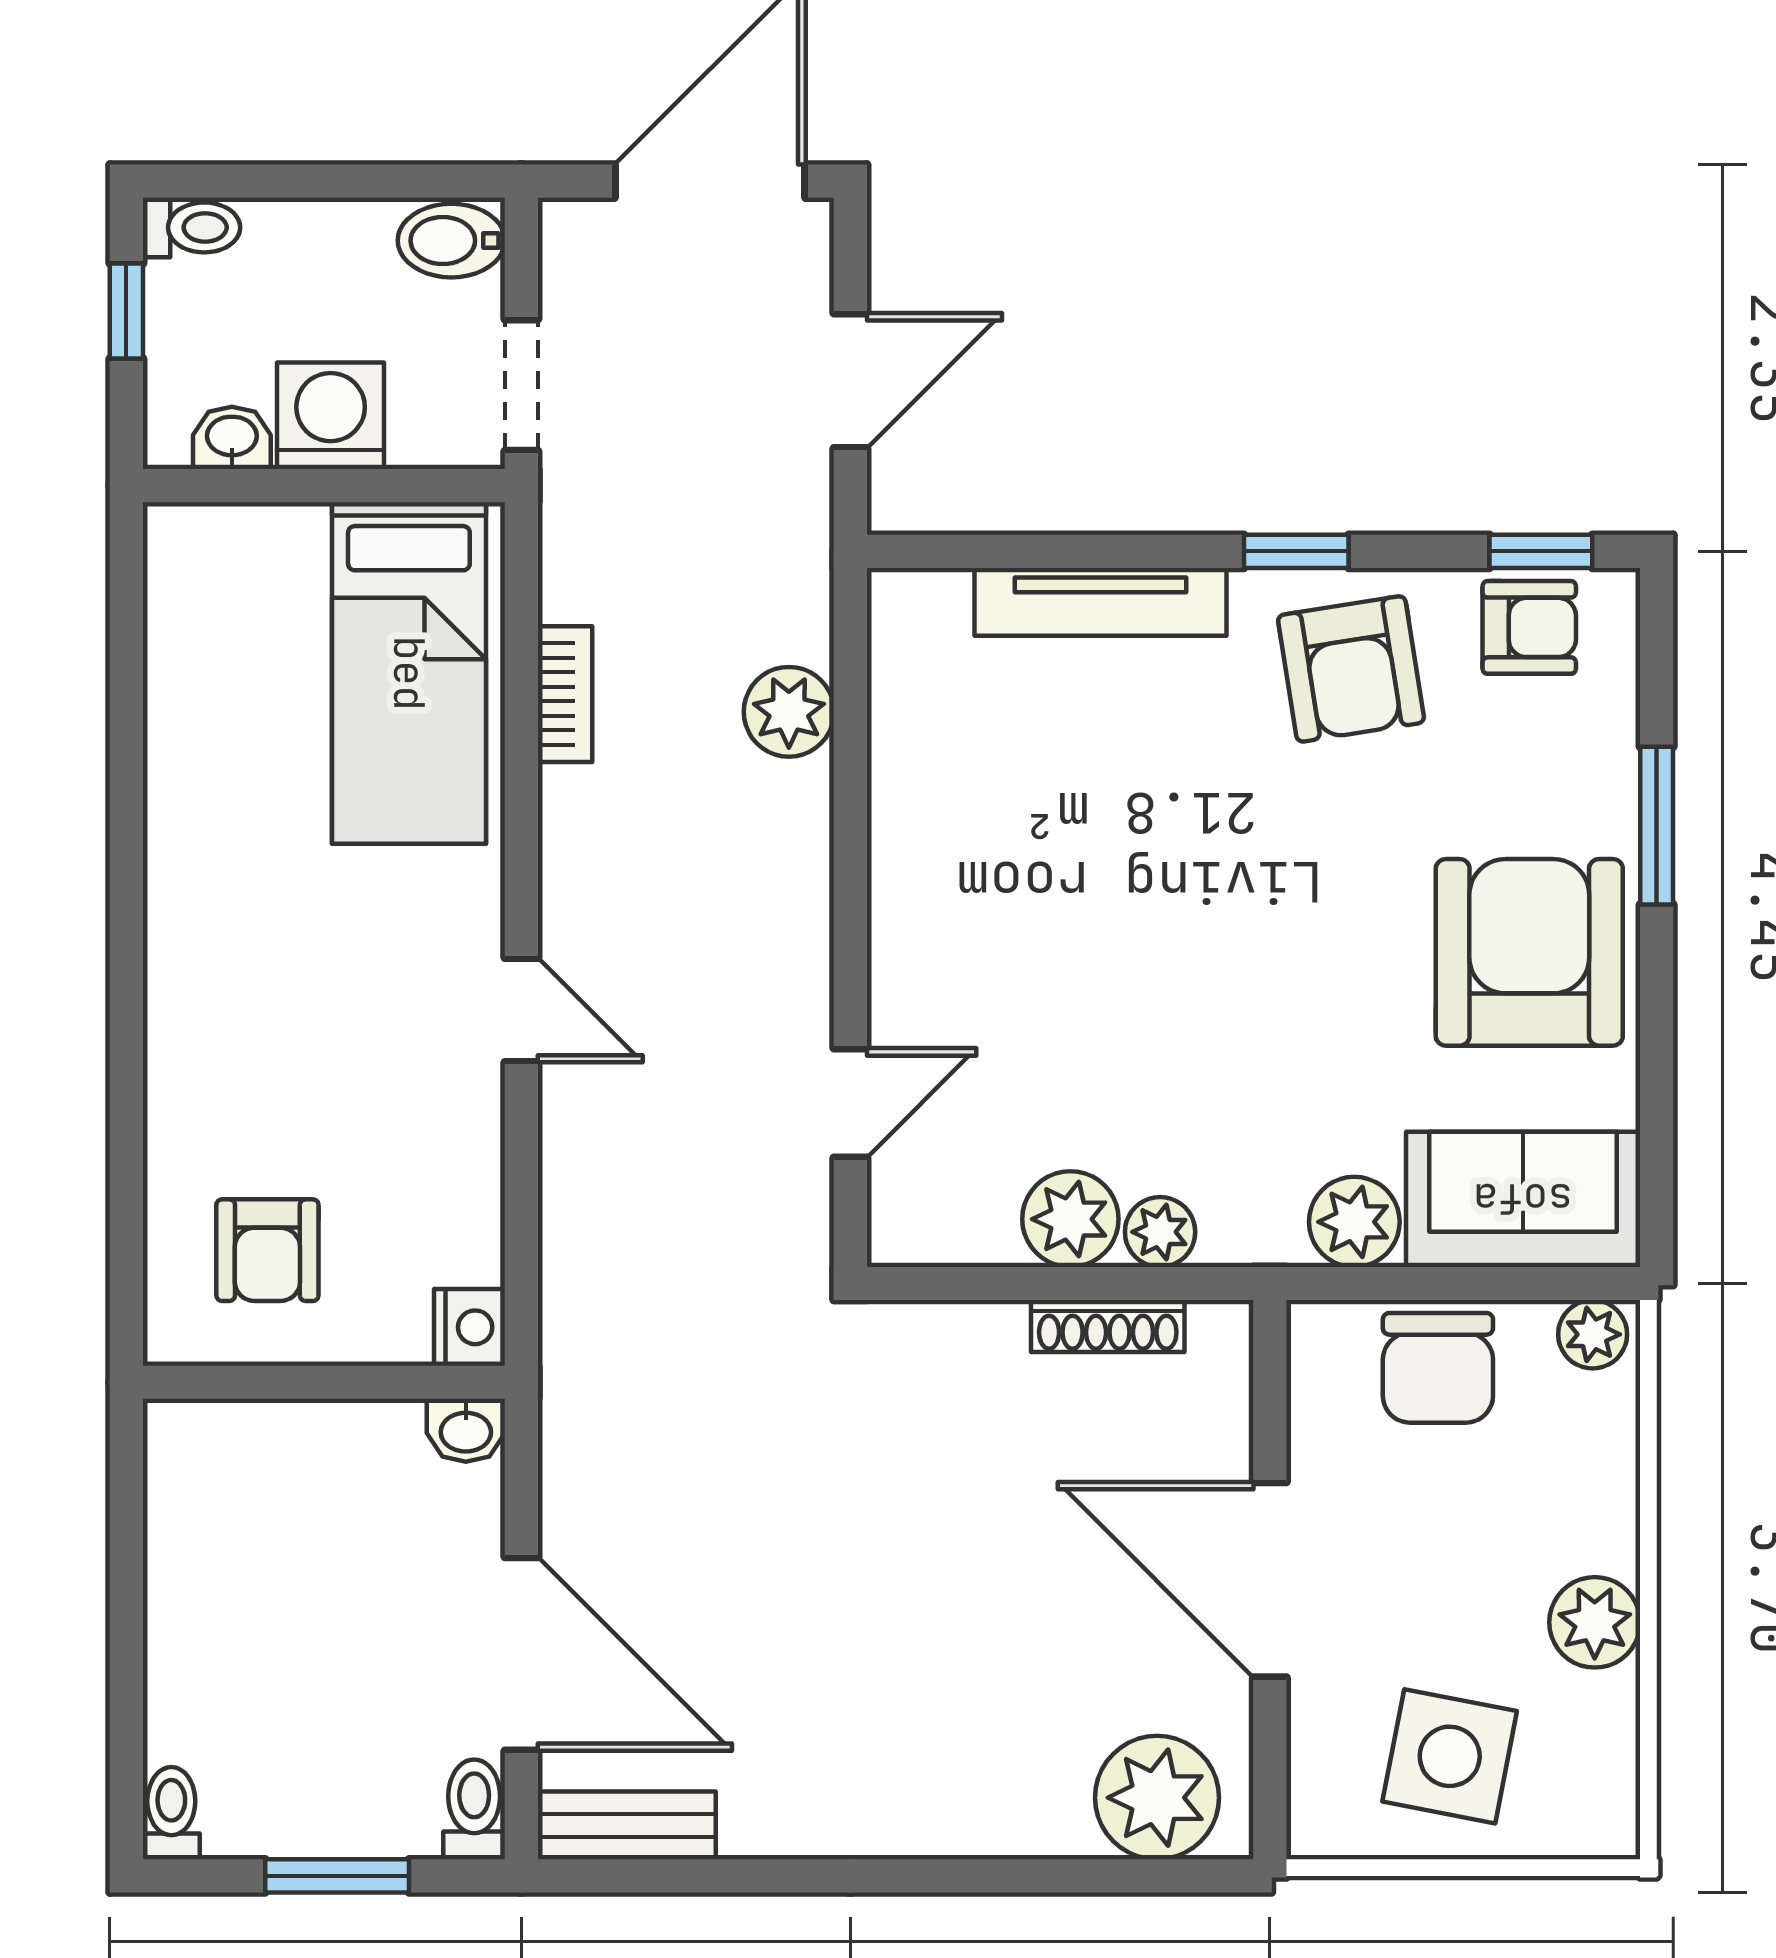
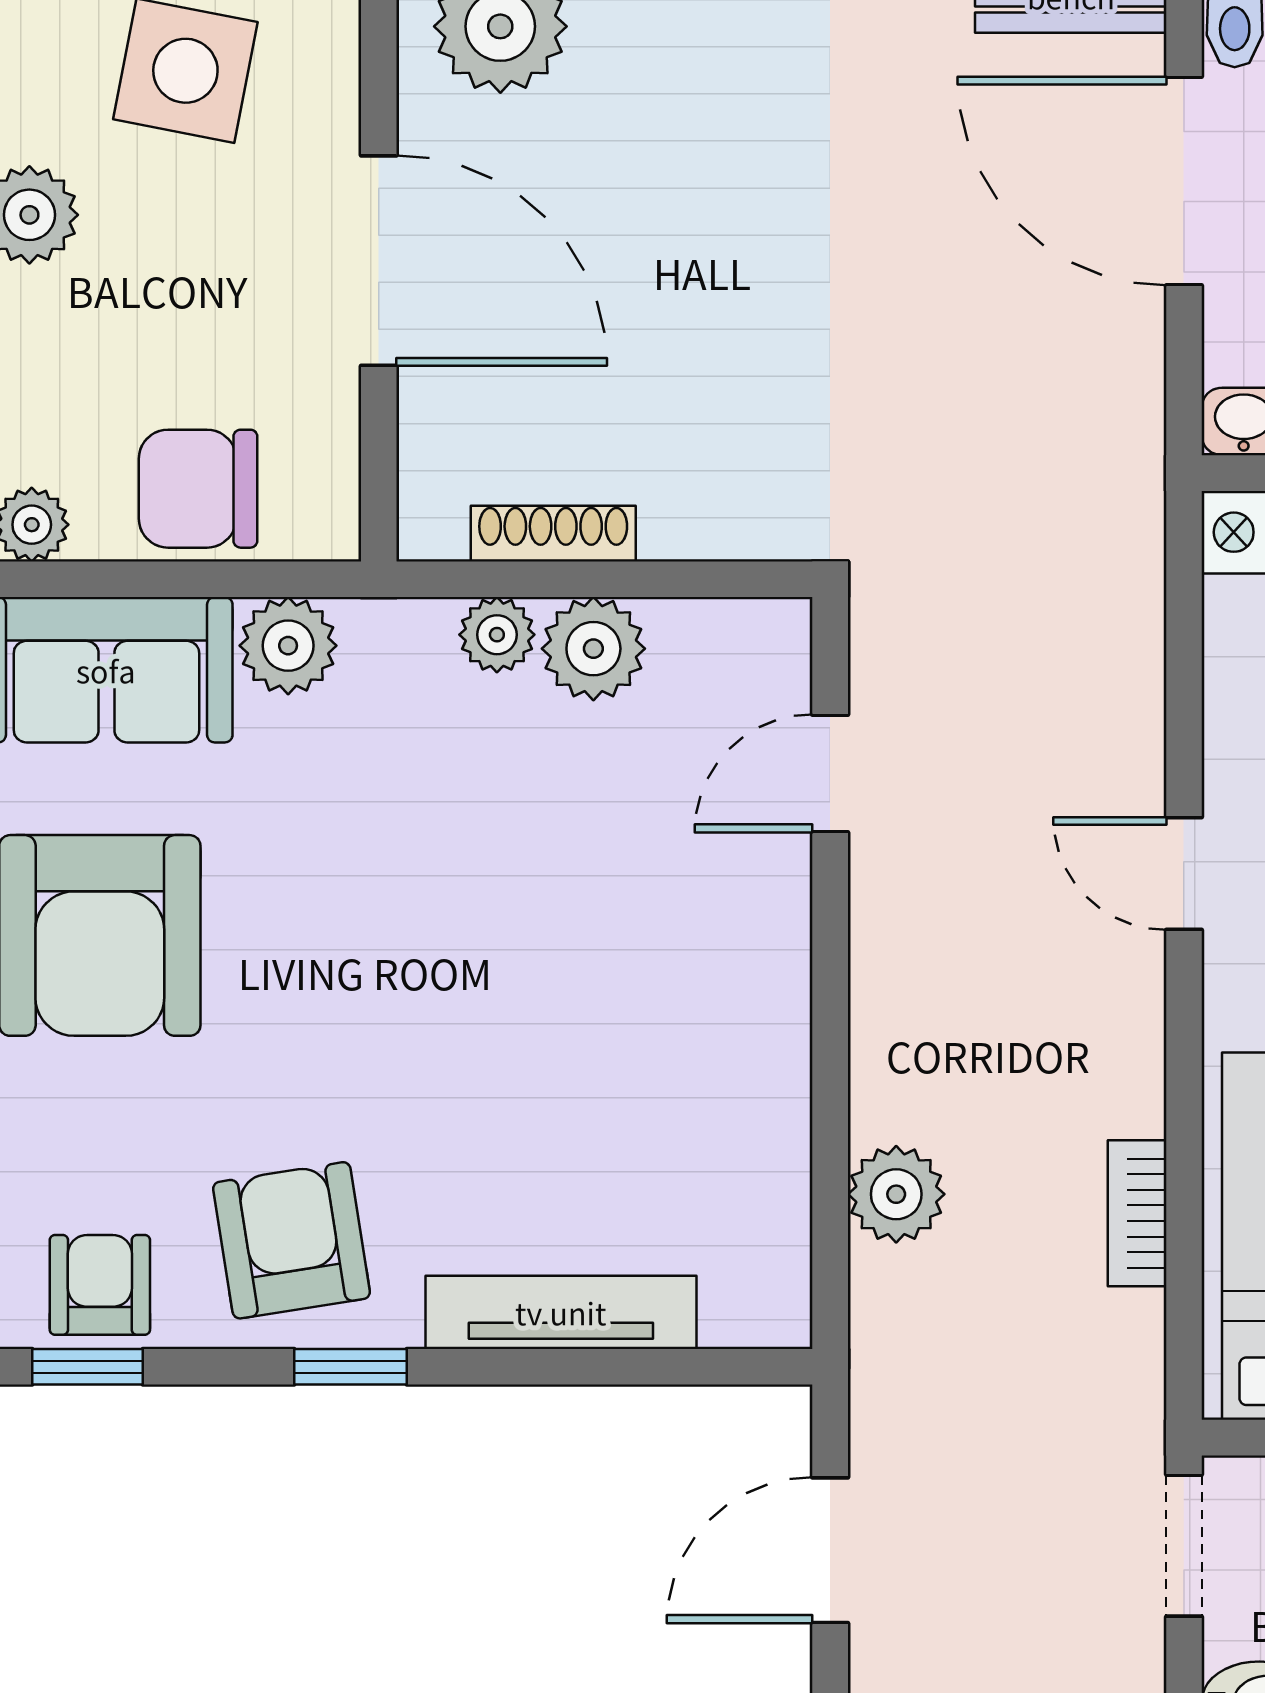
armchair: (1529, 627) -> (100, 1285), turned 90
chair: (1438, 1368) -> (198, 489), turned -90

